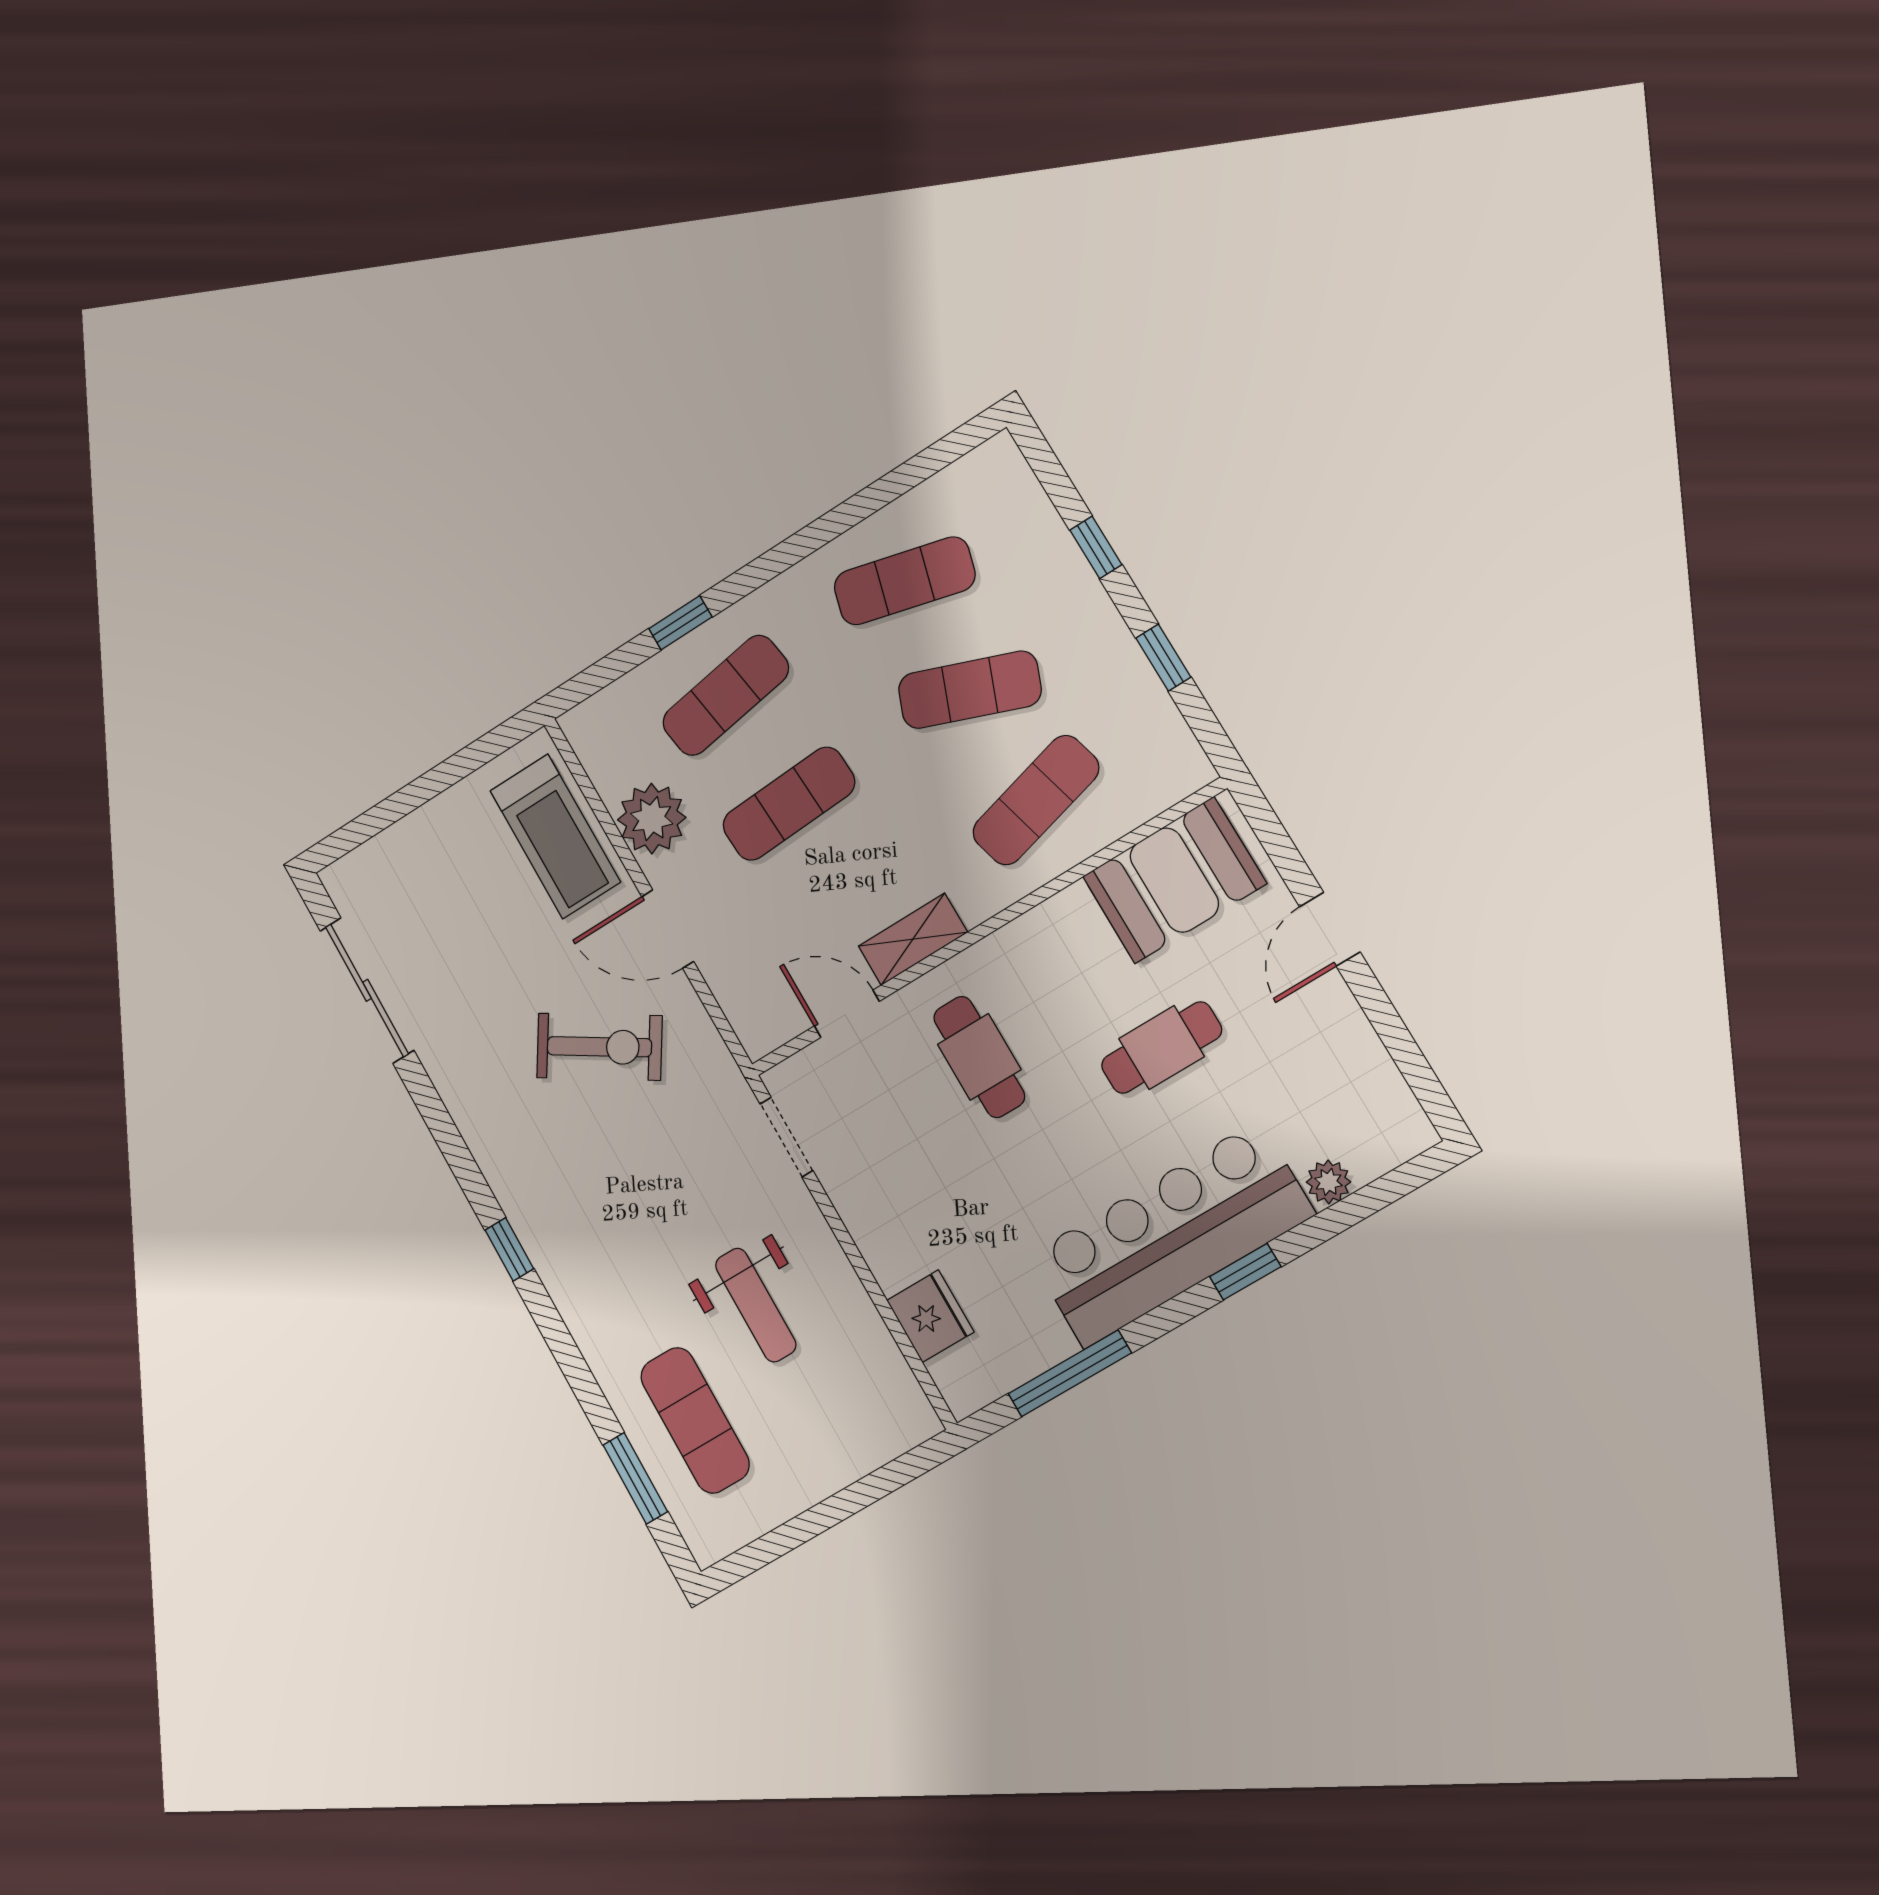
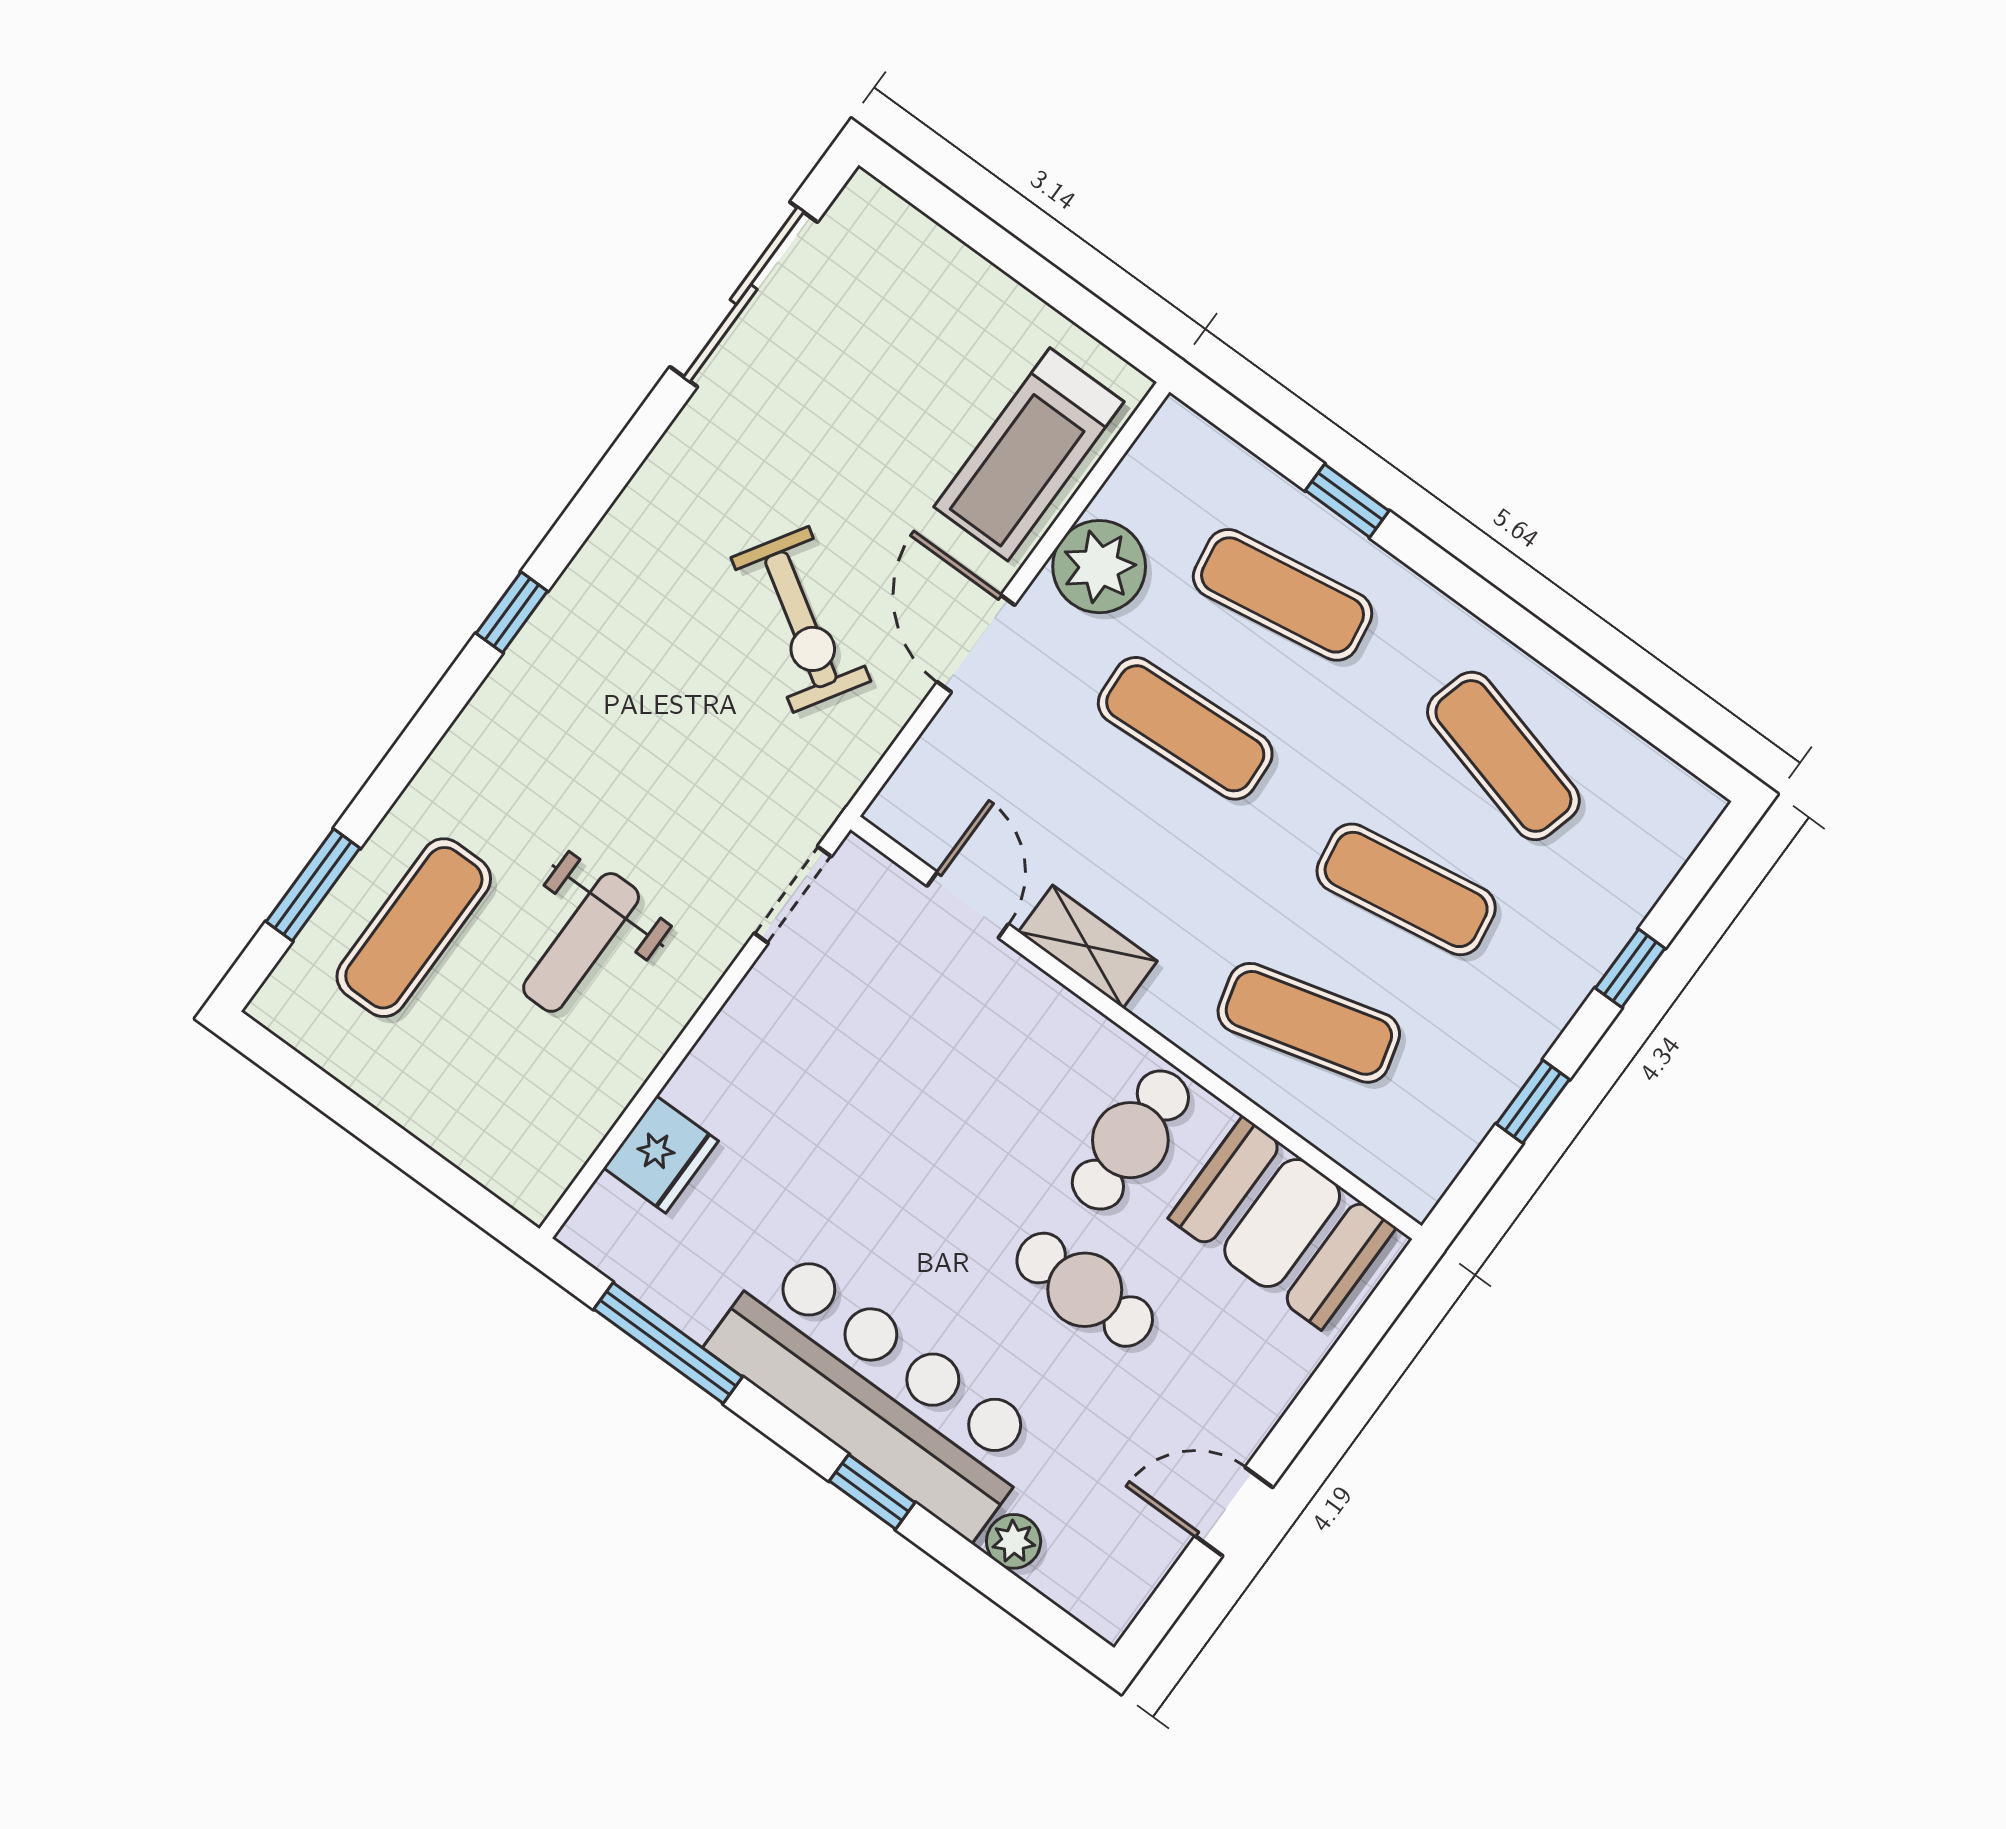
exercise mat: (970, 690) -> (1406, 889), turned -30
door: (1330, 929) -> (1234, 1512), moved
cafe table: (979, 1057) -> (1130, 1140), moved

